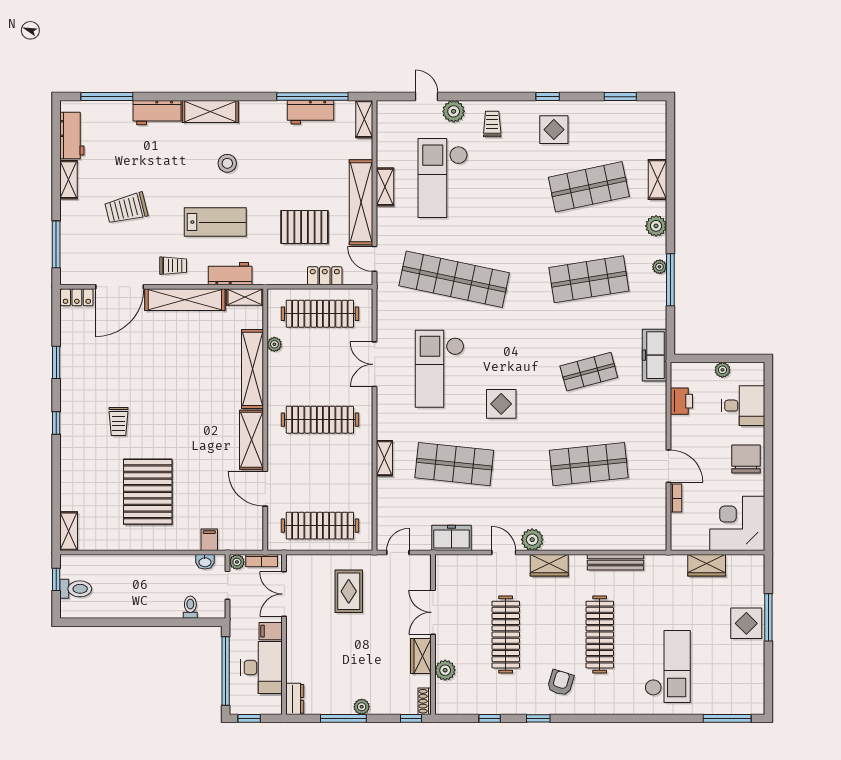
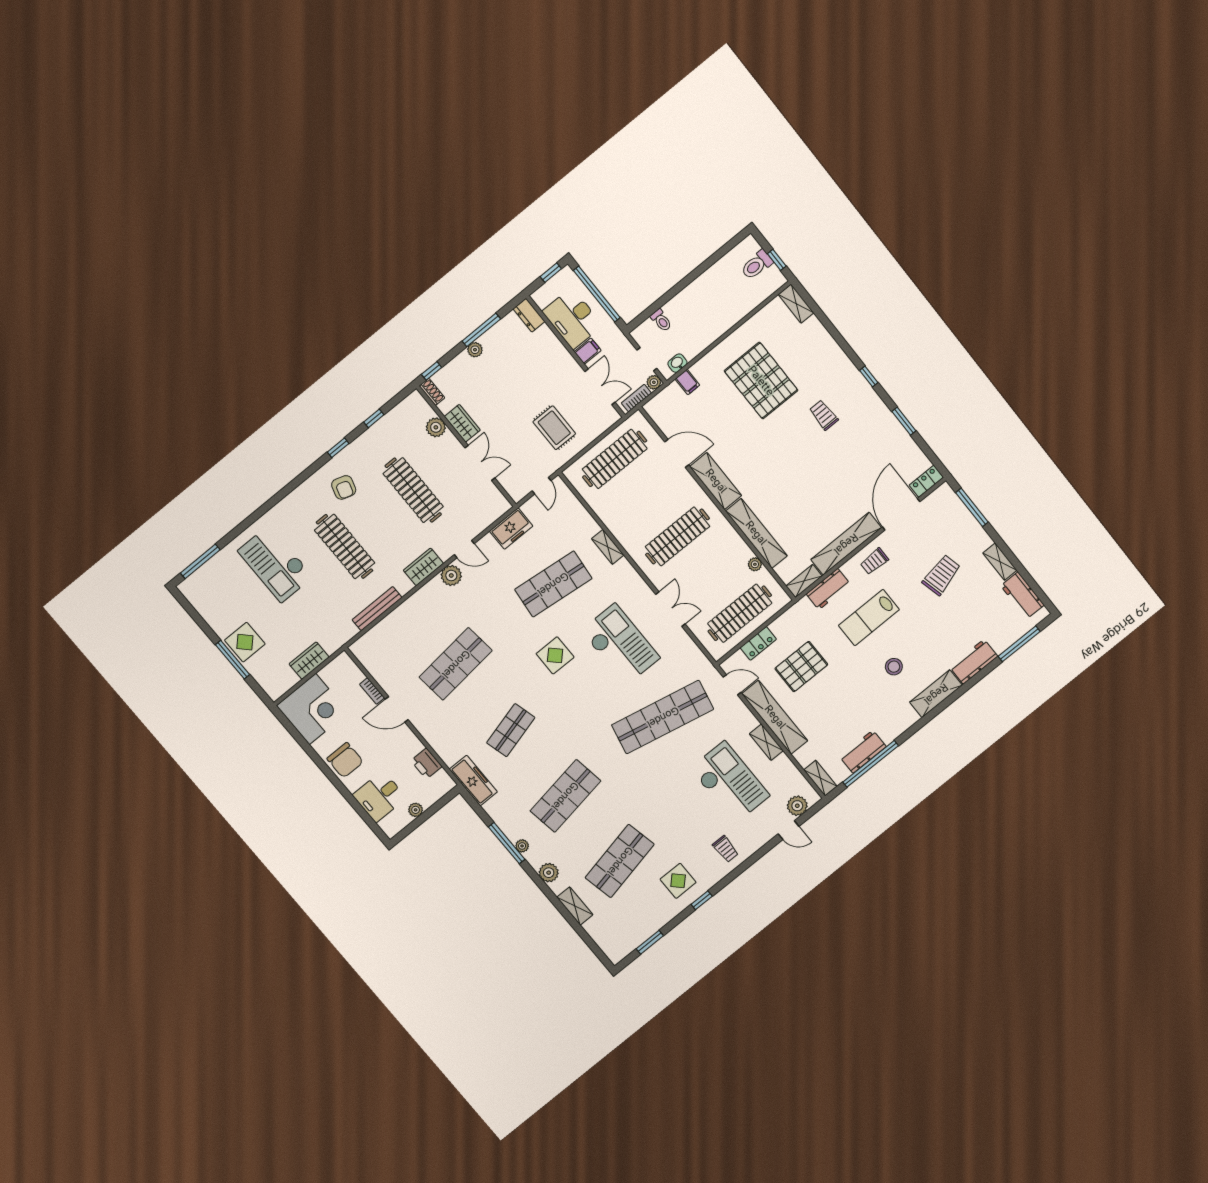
plant: (454, 111) -> (797, 806), moved

